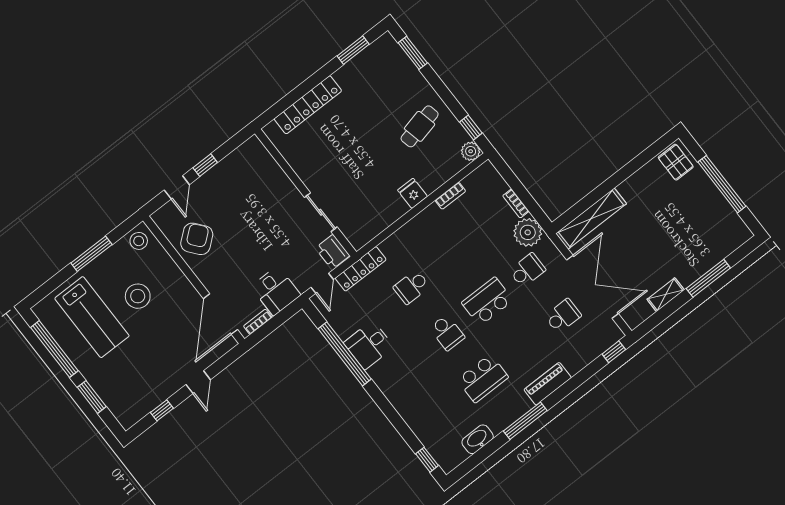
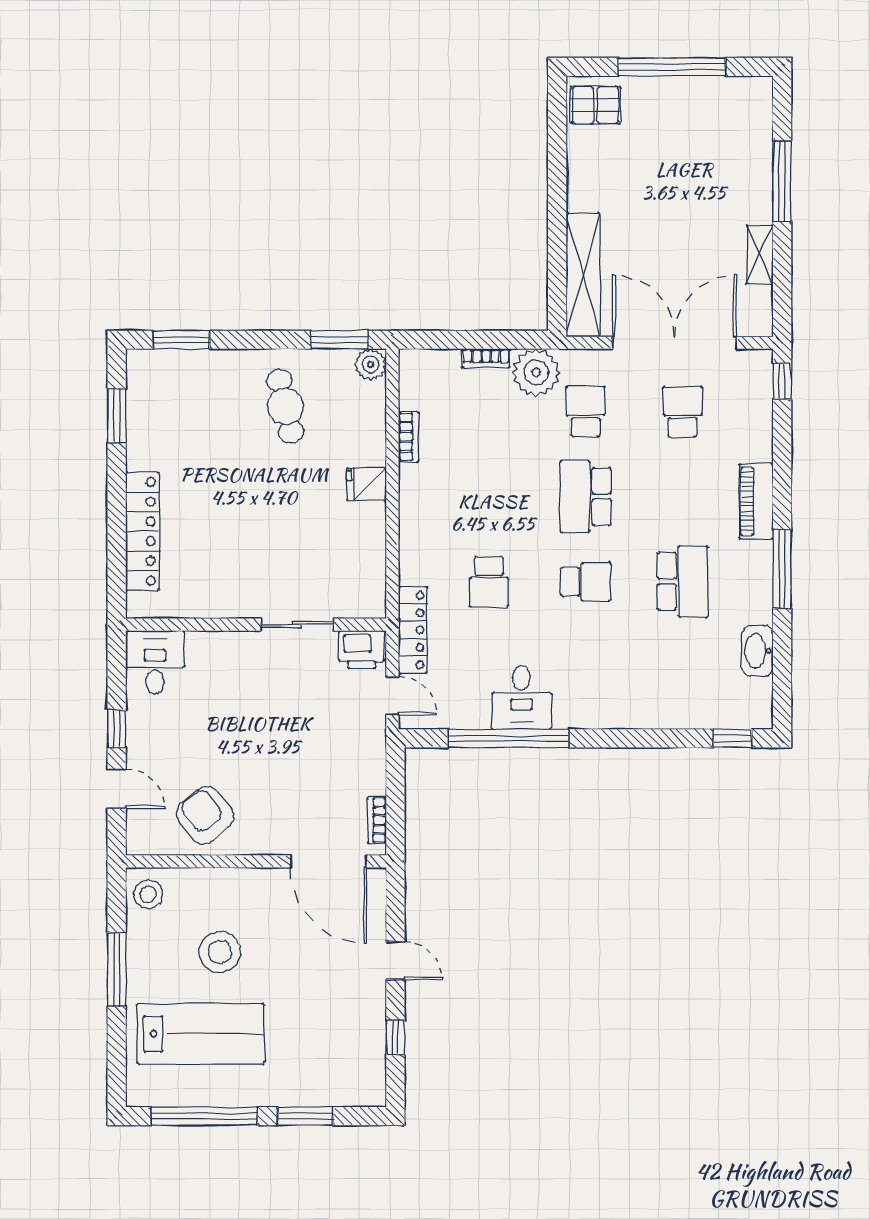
window: (471, 127) -> (340, 340), width x1.50
desk: (276, 291) -> (155, 662), moved, turned -90

